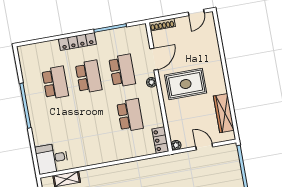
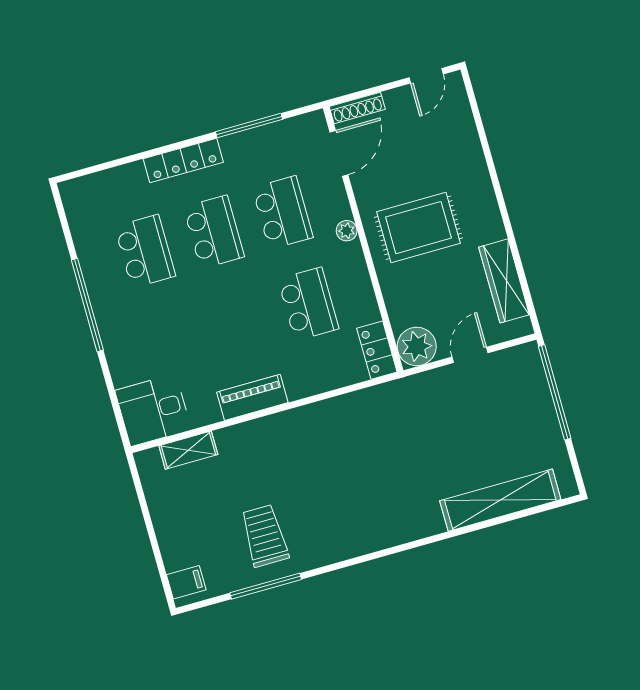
door: (154, 59) -> (339, 153), moved
plant: (176, 145) -> (417, 346), width x1.88, depth x1.88
door: (204, 147) -> (470, 355), hinge flipped
piano: (99, 157) -> (252, 397), added

